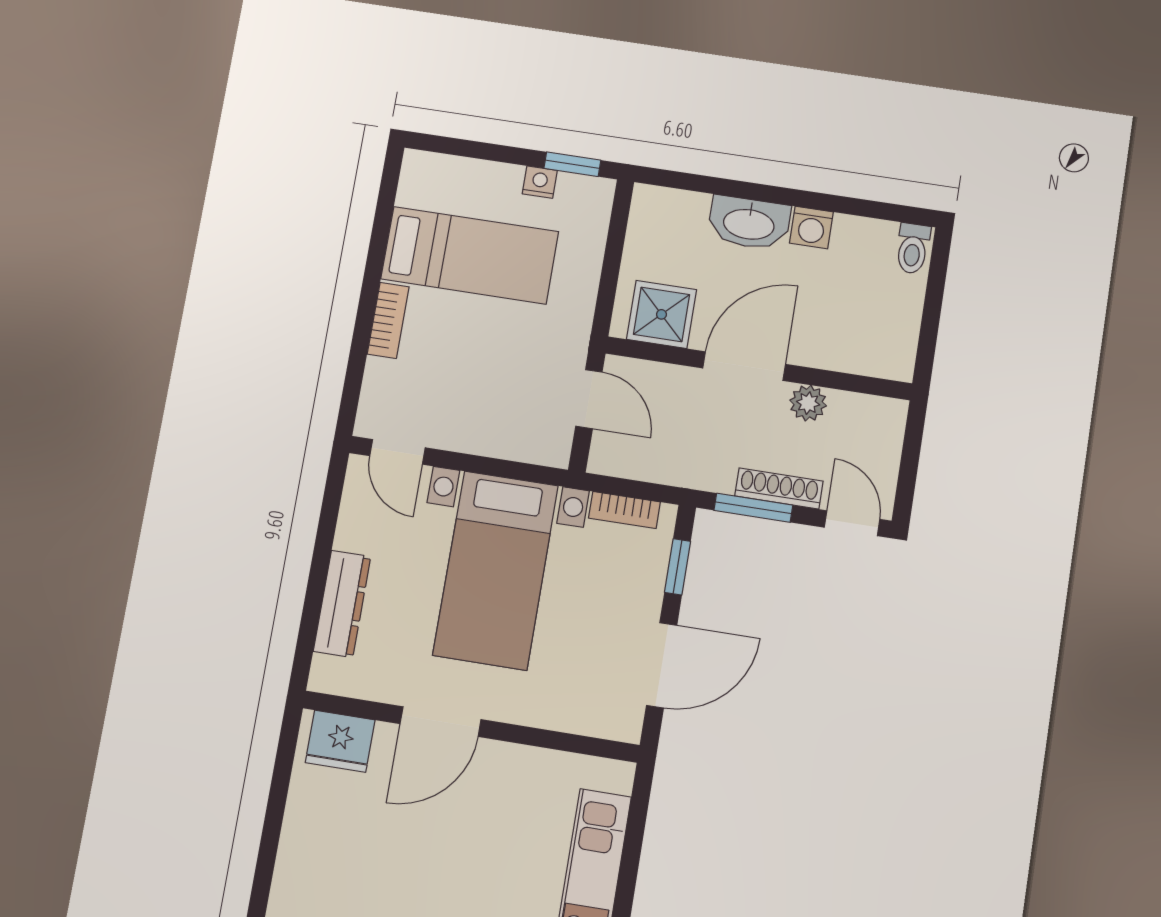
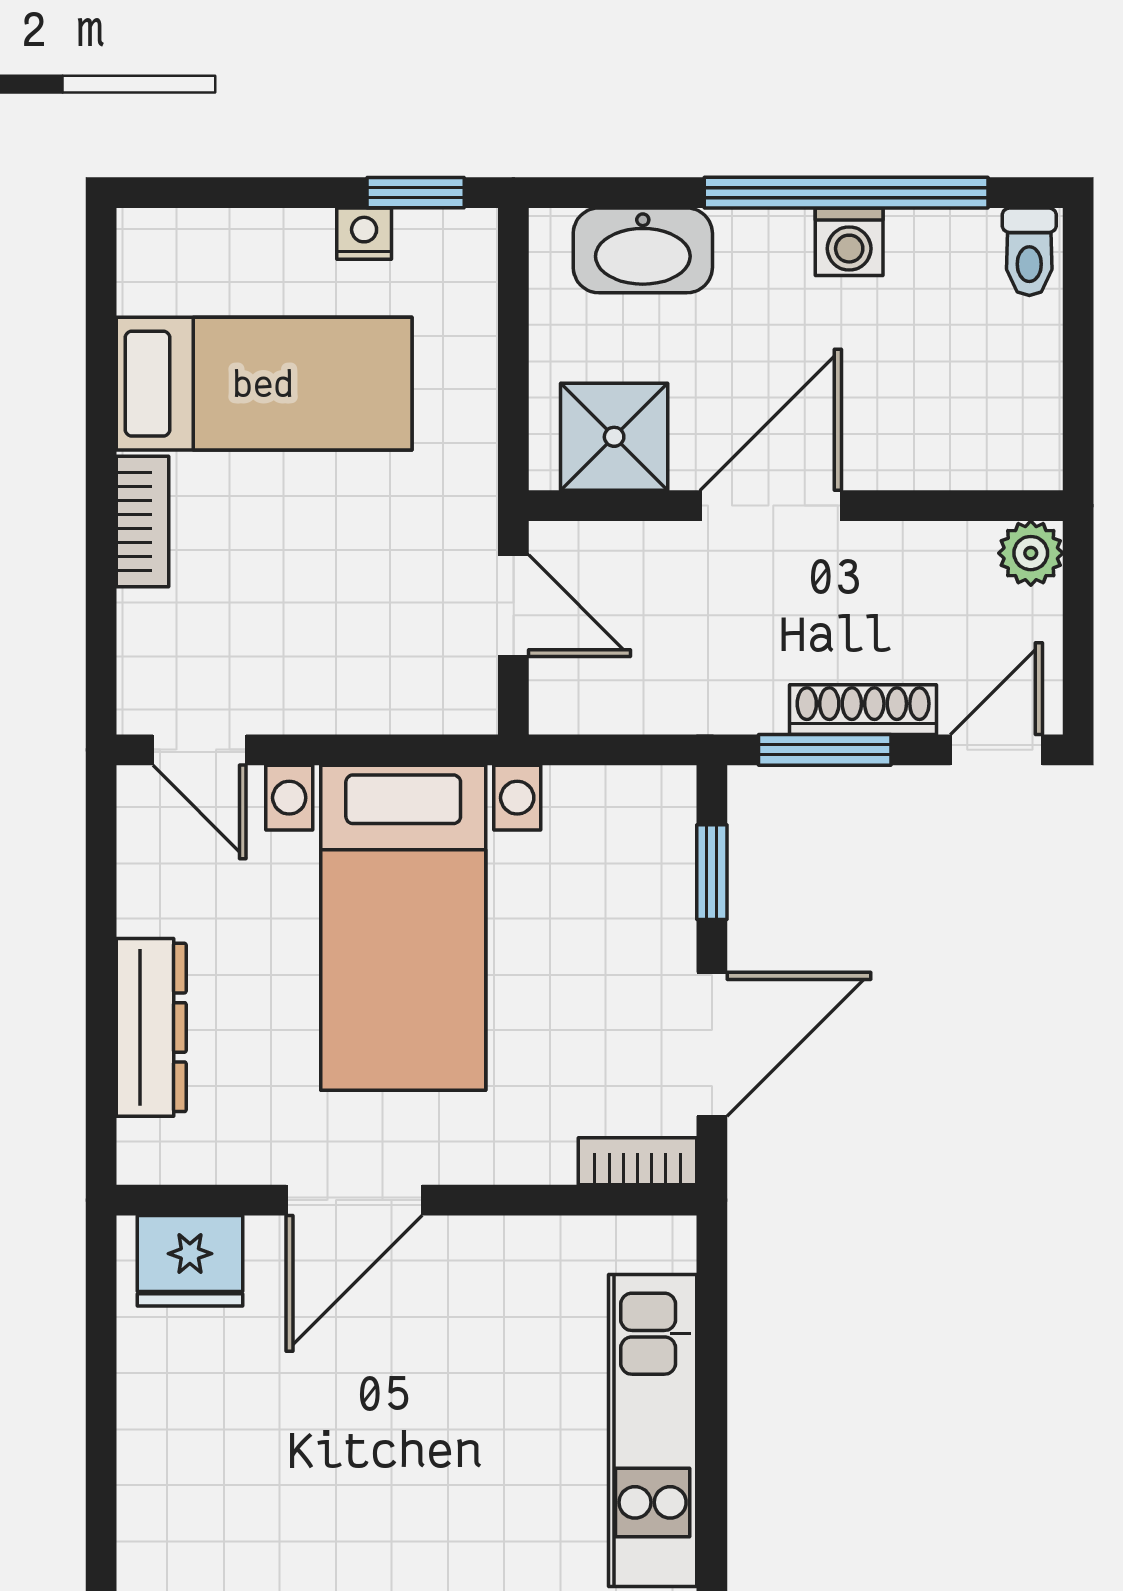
window: (814, 200) -> (846, 193), added
washbasin: (749, 223) -> (643, 250), moved
plant: (808, 403) -> (1031, 553), moved
bookcase: (624, 510) -> (637, 1161), moved, turned 180
door: (852, 523) -> (996, 750), hinge flipped

